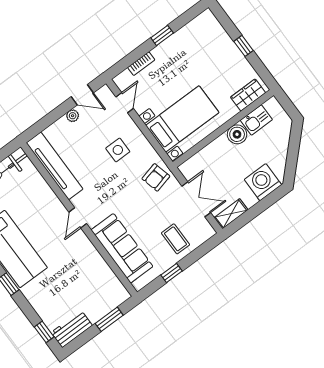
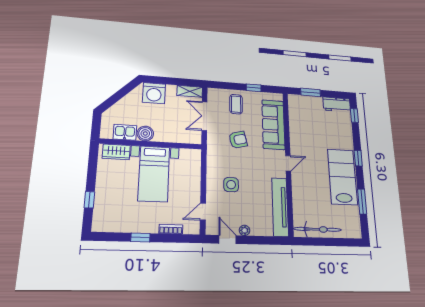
window: (243, 46) -> (89, 200), moved
bed with nightstands: (182, 119) -> (154, 174), moved, turned -90
armchair: (156, 177) -> (238, 140), moved

